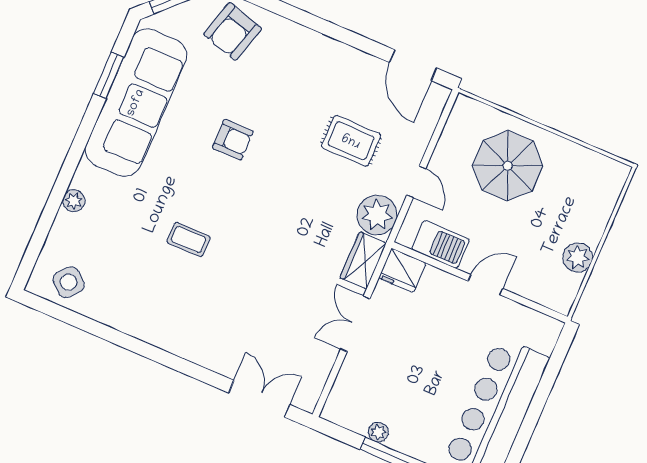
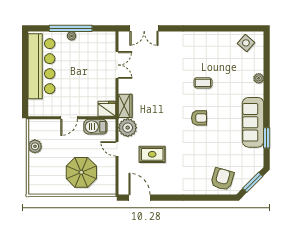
sofa: (136, 103) -> (253, 122), width x0.74, depth x0.79
armchair: (233, 140) -> (199, 118), moved, turned 180
double door: (355, 324) -> (117, 65), moved
plant: (378, 432) -> (72, 36), moved

